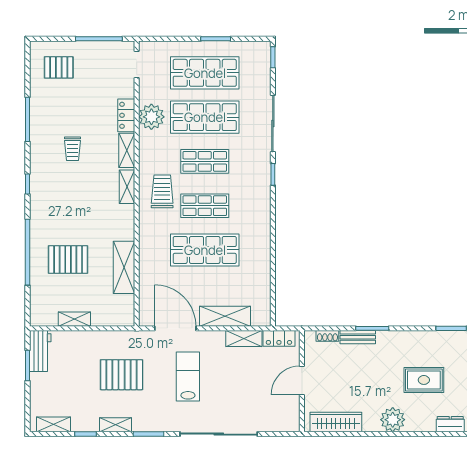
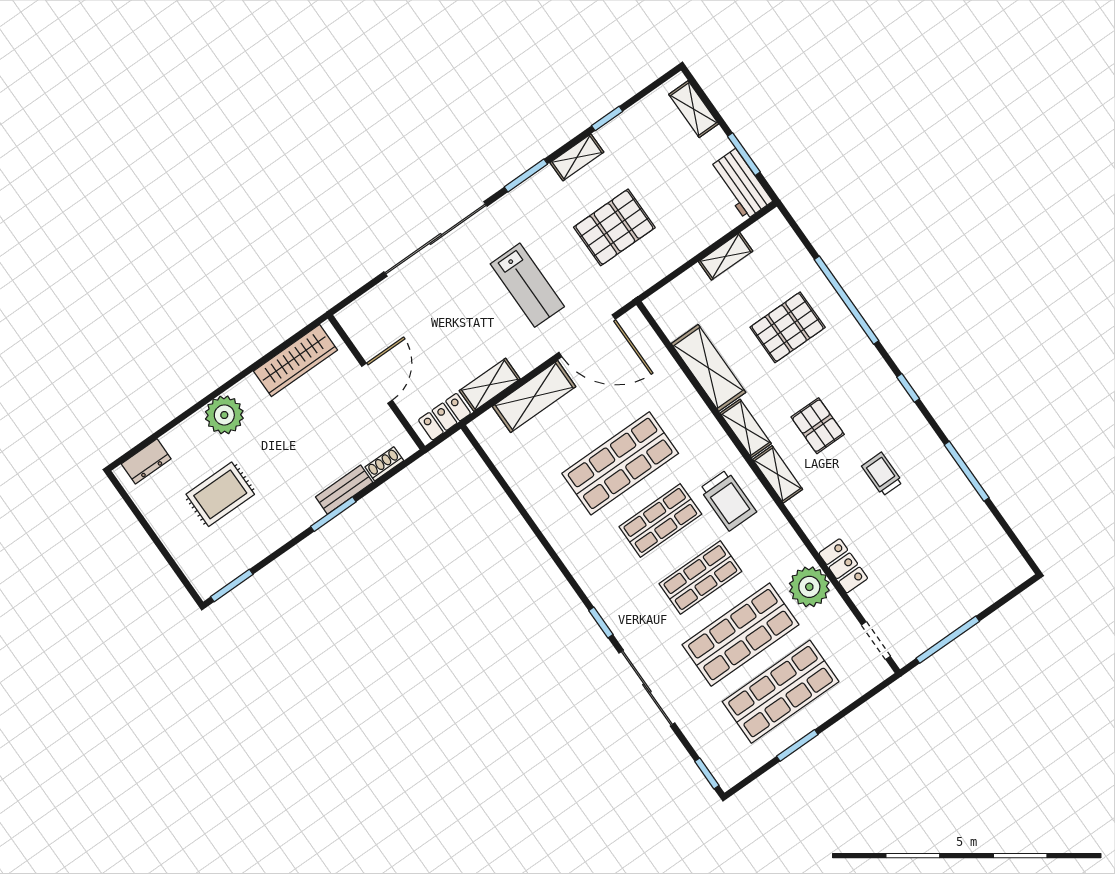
pallet: (59, 67) -> (818, 426), moved, turned 90
shelving: (127, 150) -> (746, 428), moved
shelving: (54, 424) -> (694, 109), moved, turned 90

